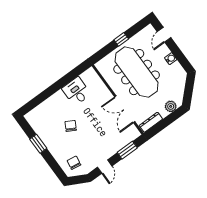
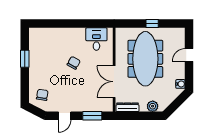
door: (164, 35) -> (189, 55), moved
water cooler: (171, 59) -> (180, 84), moved
desk: (76, 91) -> (96, 39), moved
chair: (71, 126) -> (74, 63), moved

